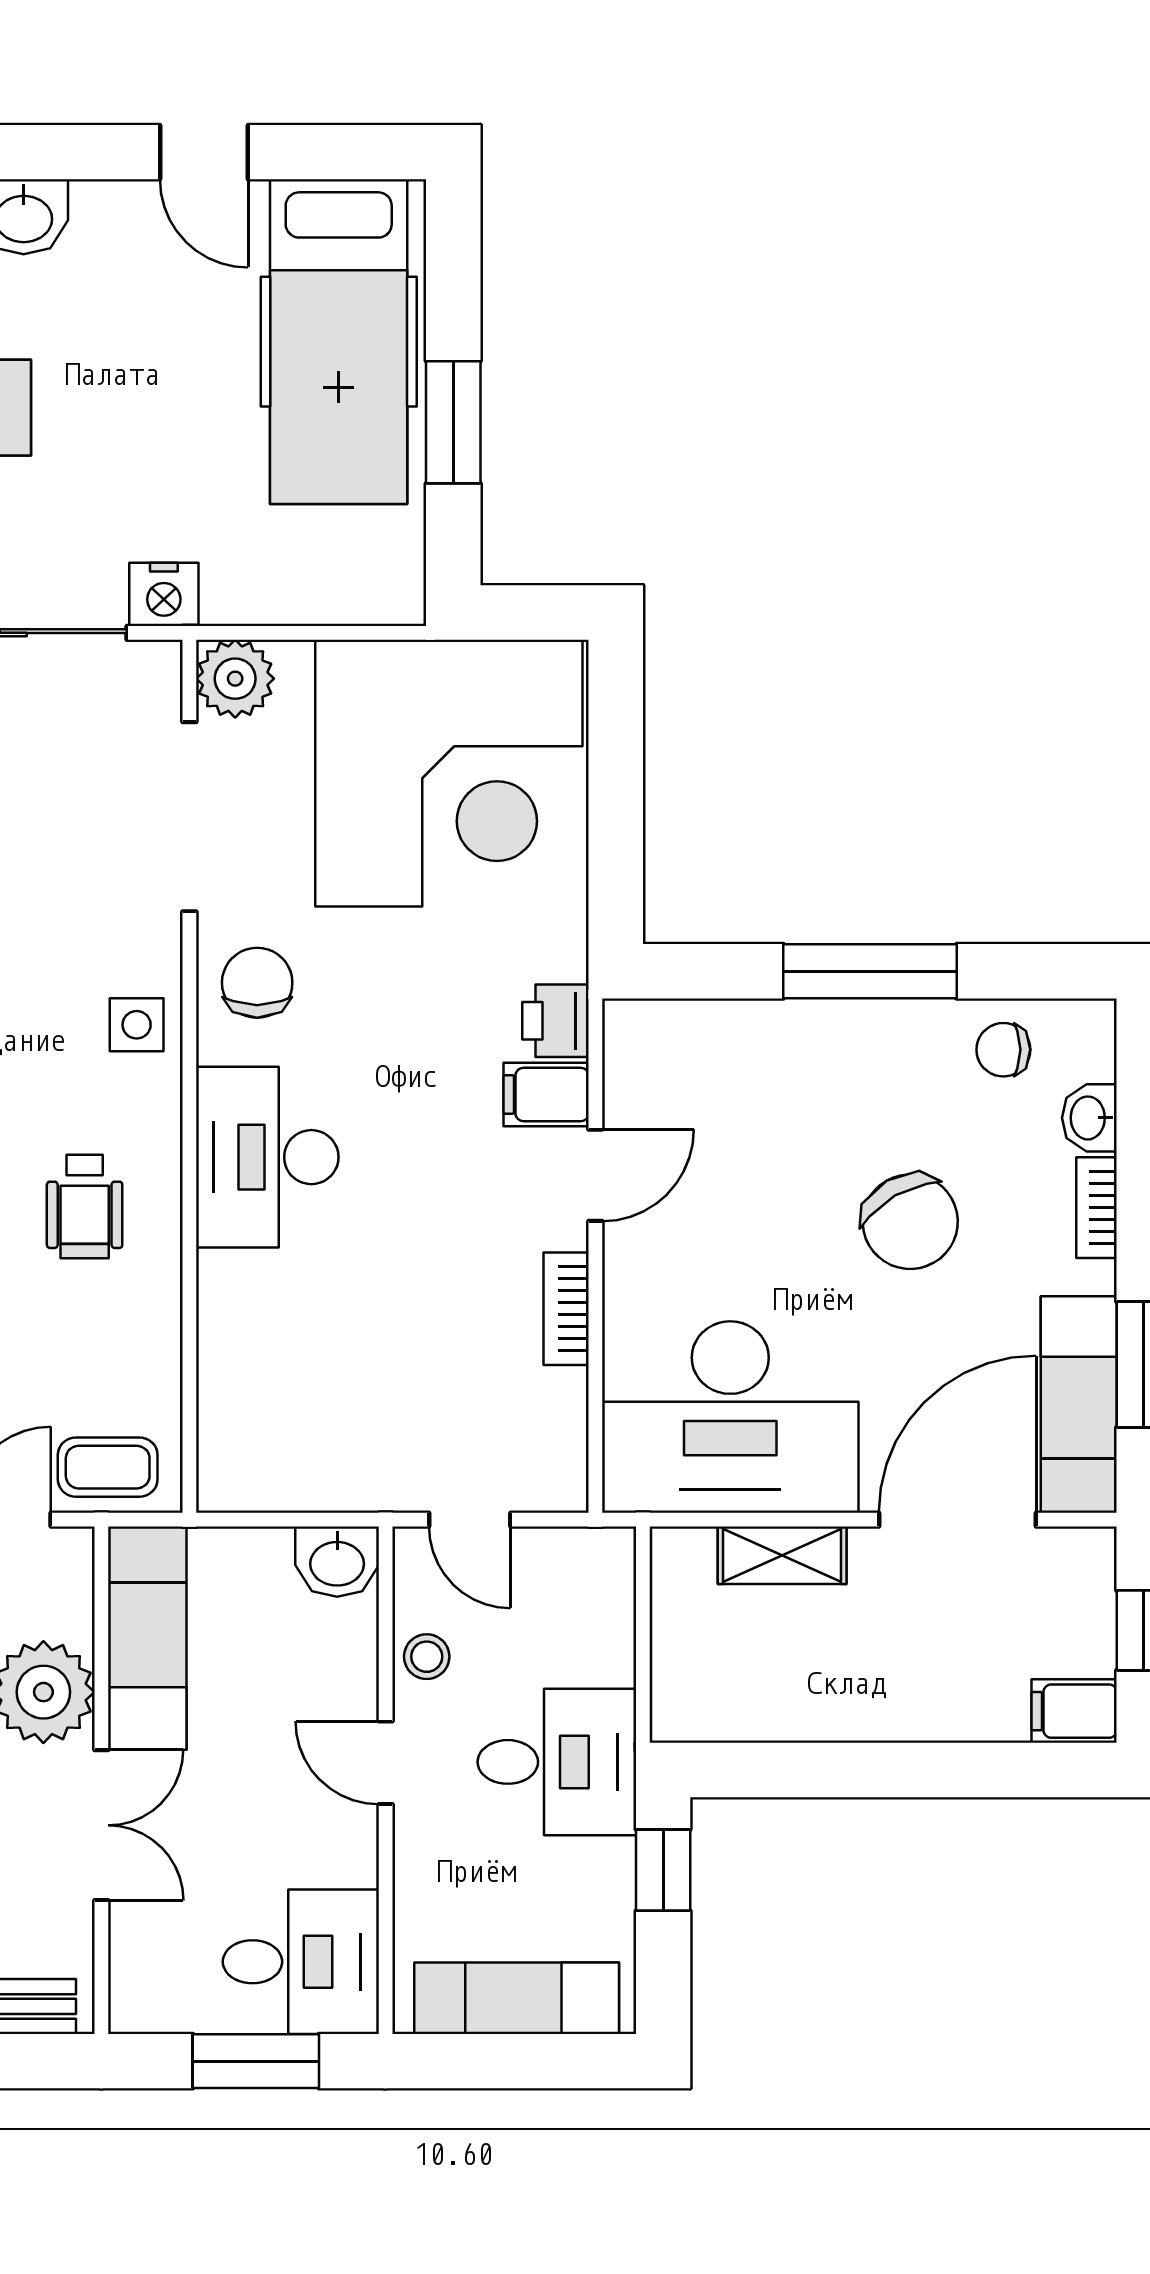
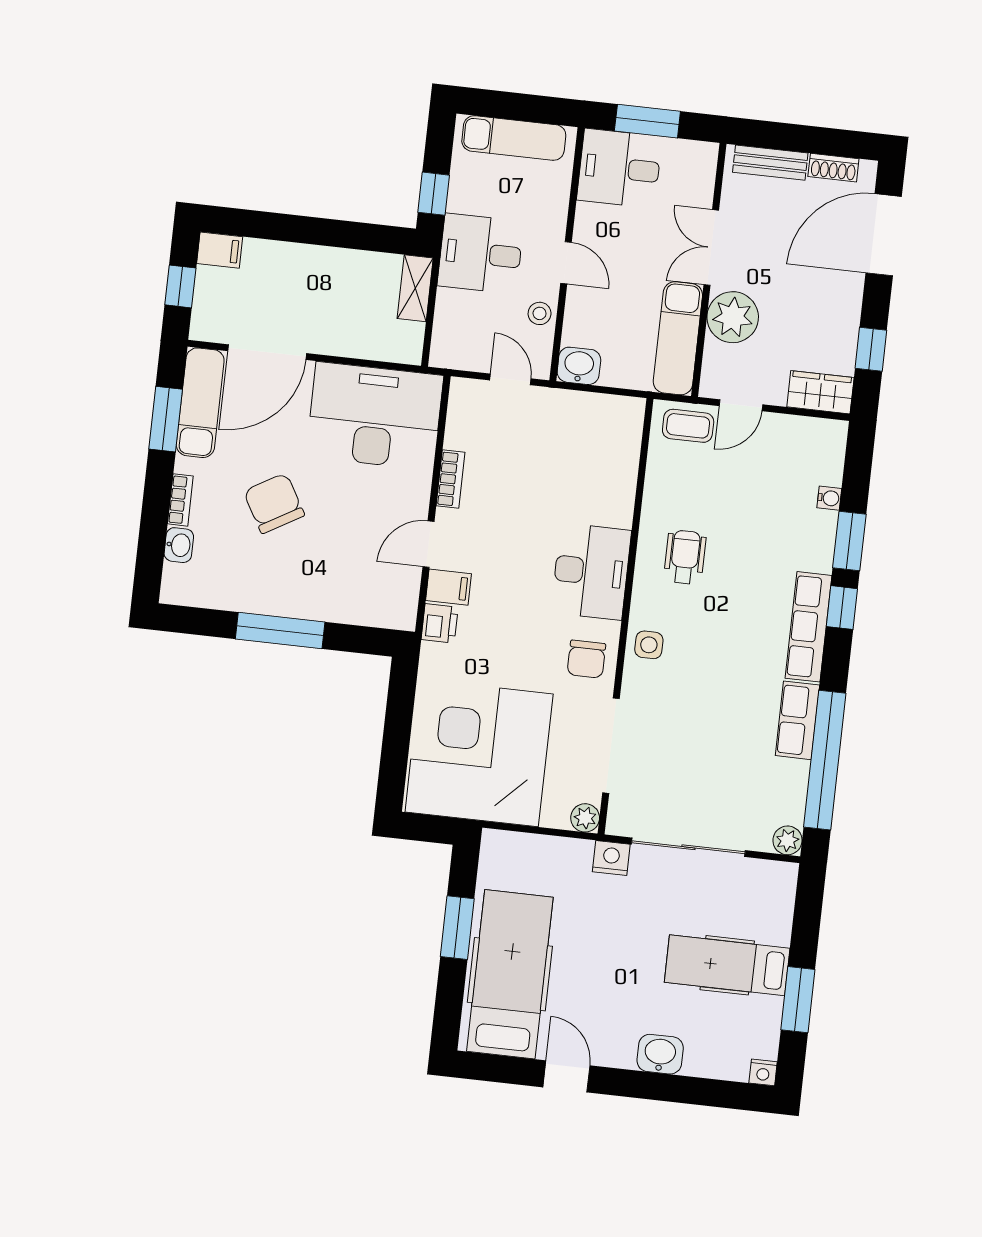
plant: (235, 679) -> (585, 818), width x0.73, depth x0.73
chair: (1003, 1050) -> (218, 584), removed
shelving: (782, 1555) -> (415, 288), moved, turned 90

